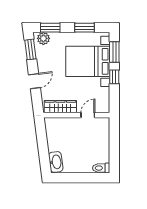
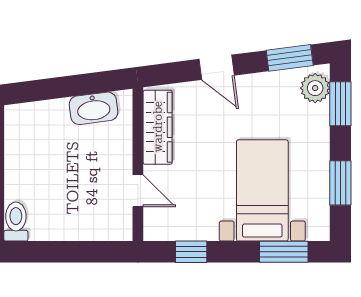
bed with nightstands: (88, 61) -> (262, 190), width x0.73
window: (114, 77) -> (191, 252), moved
washbasin: (56, 162) -> (93, 108), moved

